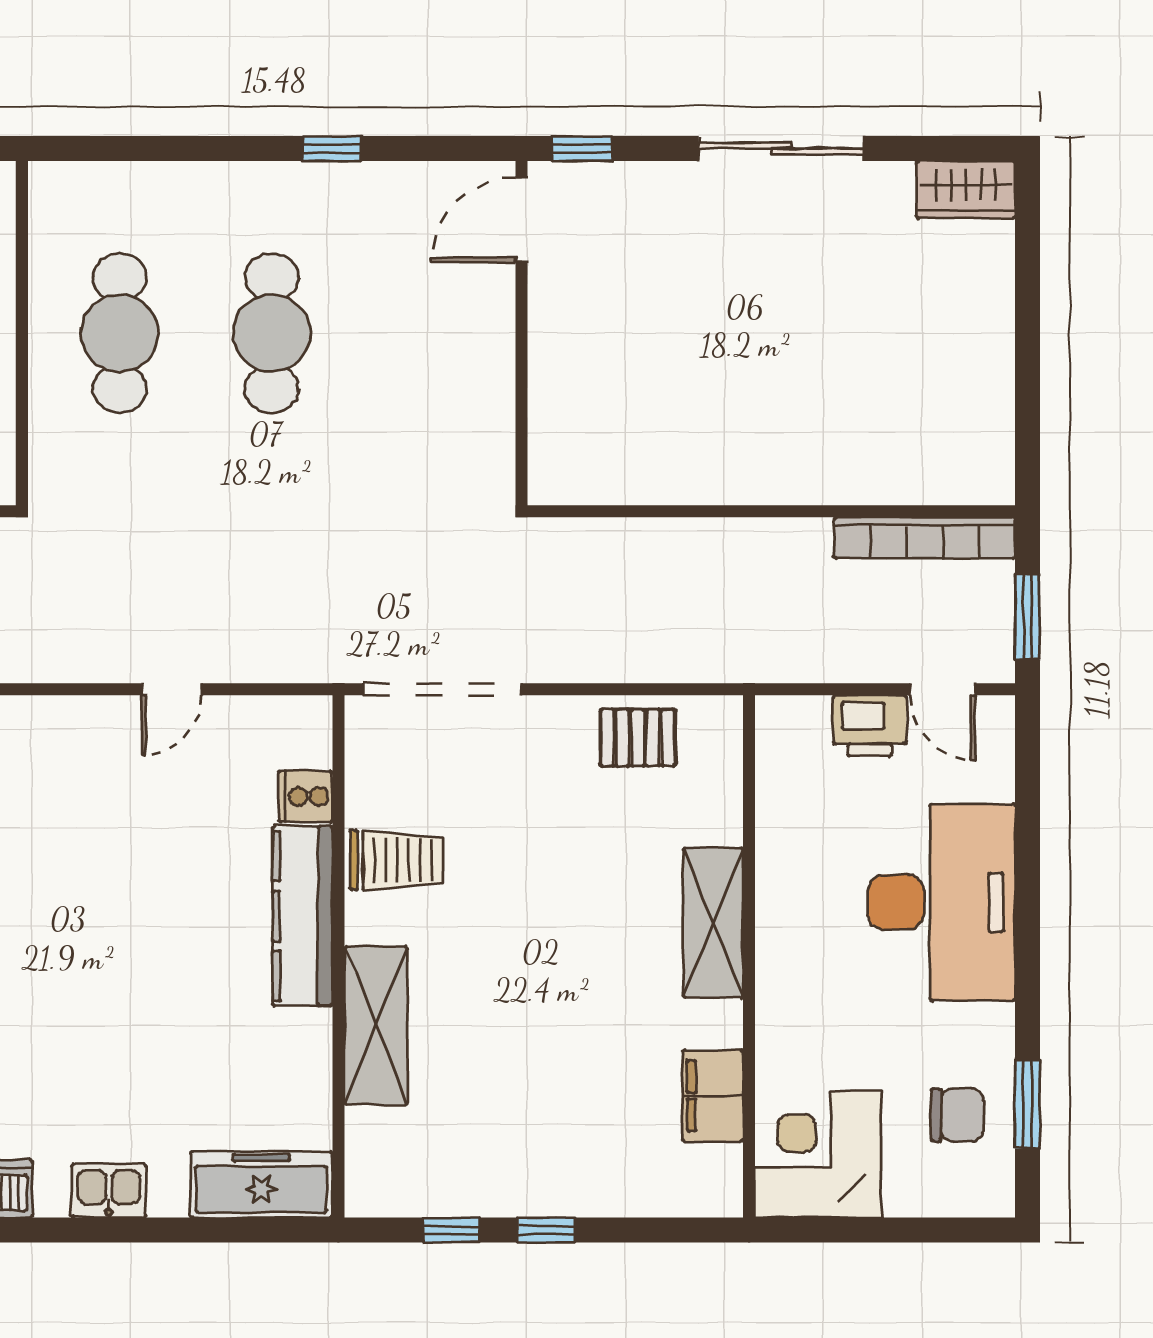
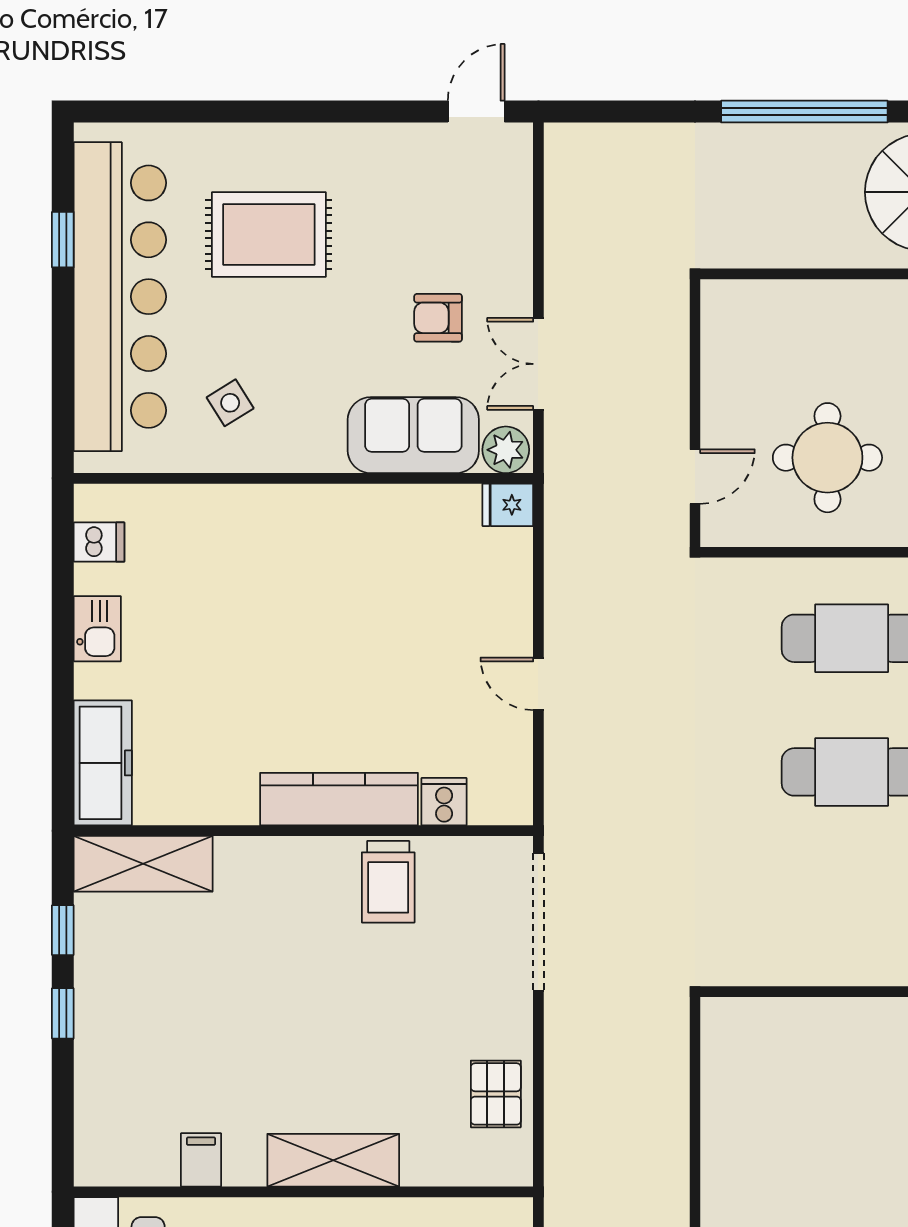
shelving: (376, 1026) -> (143, 864), moved
filing cabinet: (713, 1096) -> (201, 1160), width x0.50

